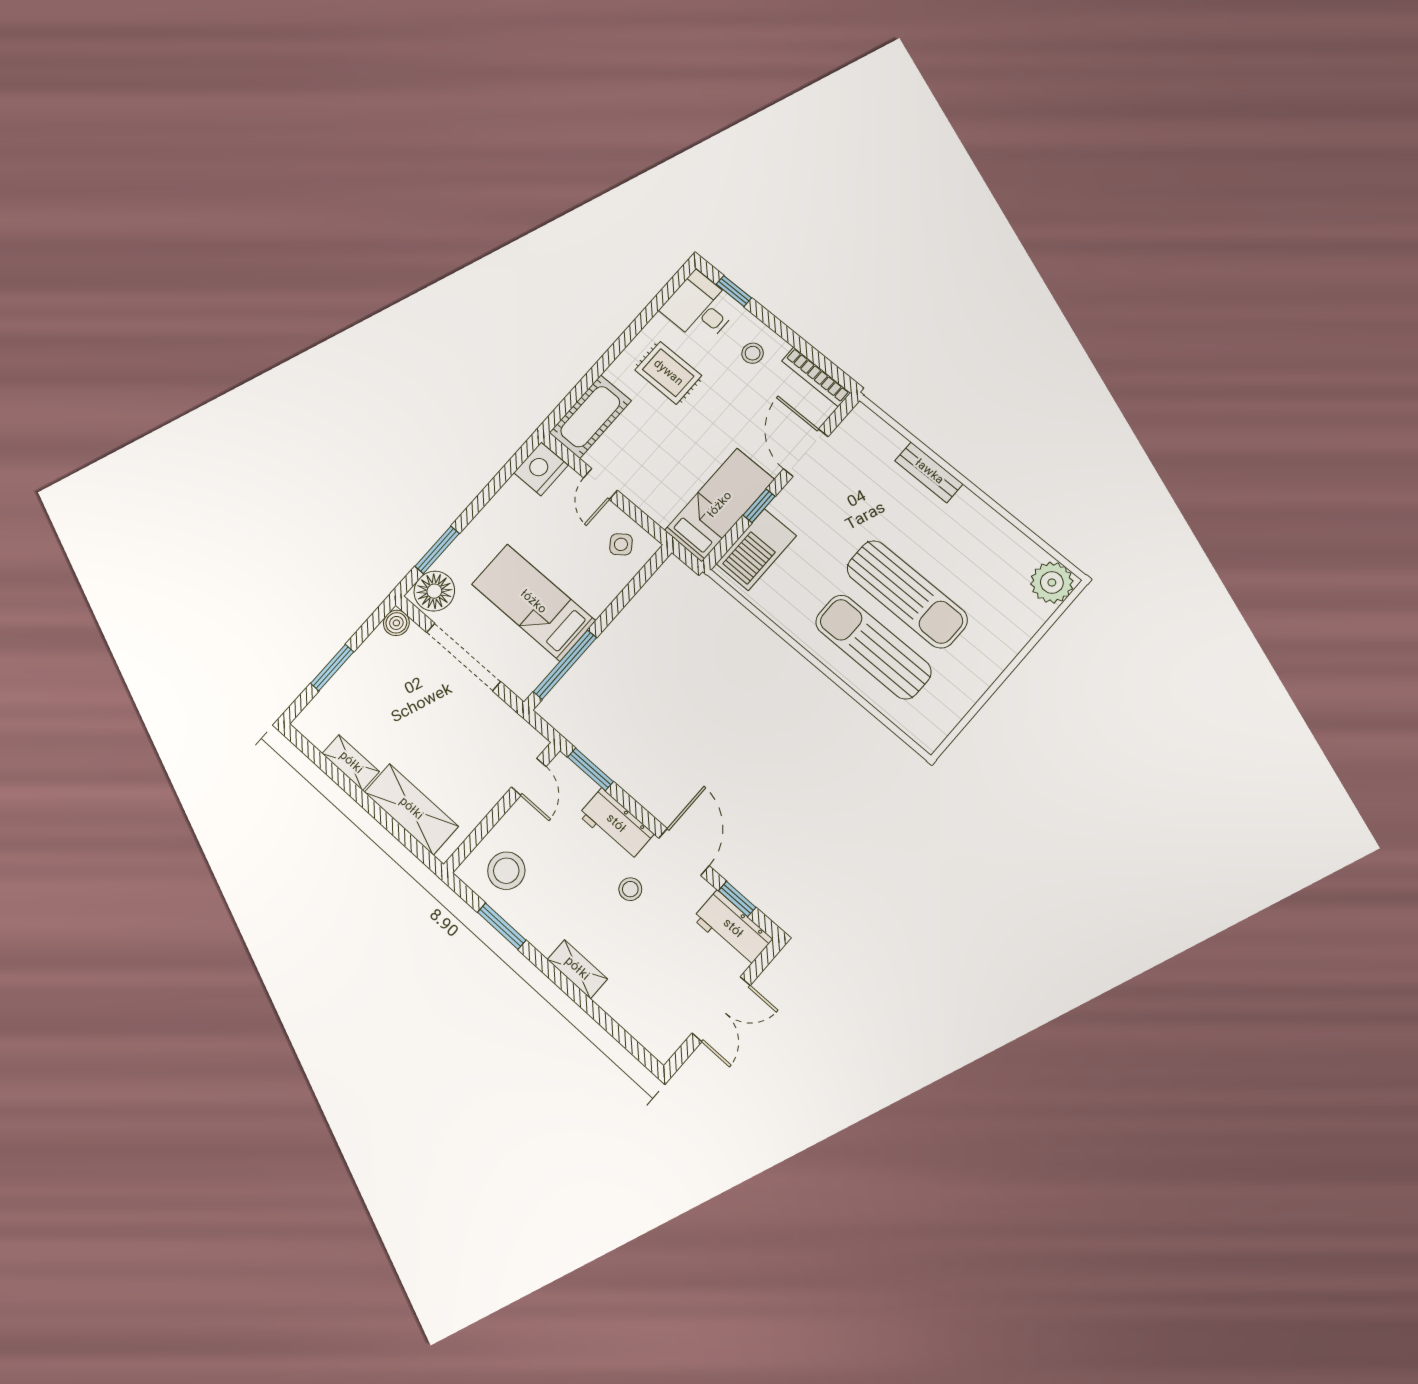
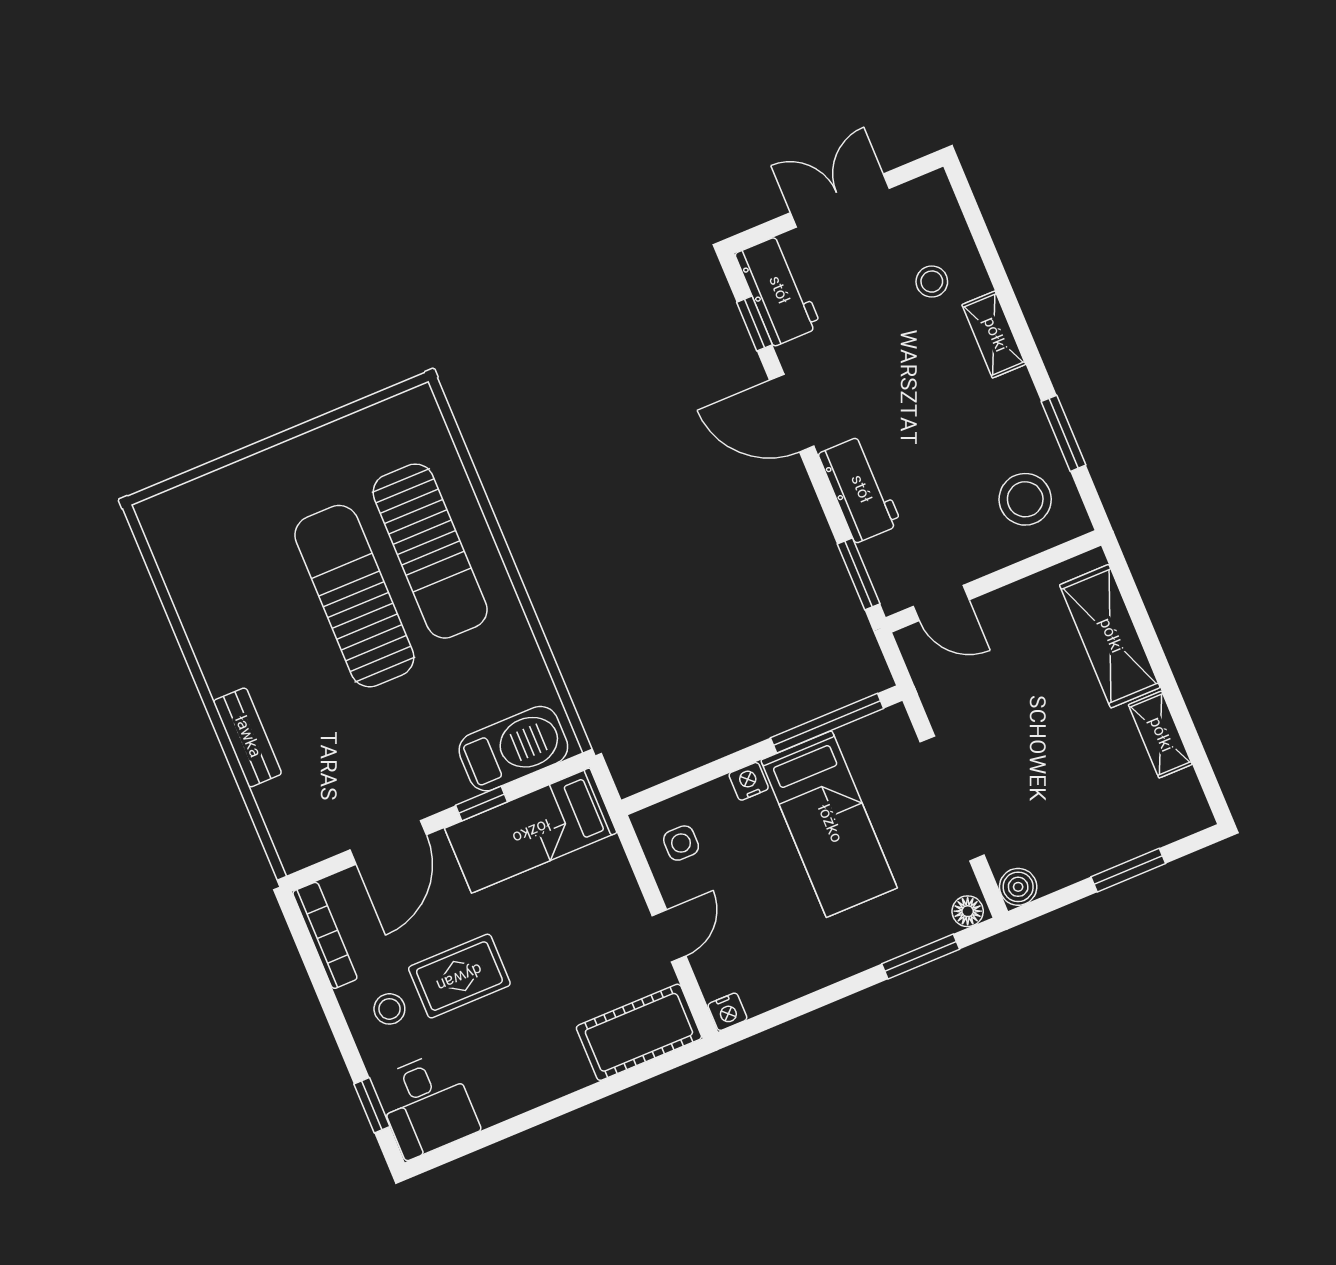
rug: (668, 373) -> (459, 976), moved, turned 90
nightstand: (541, 469) -> (727, 1012), width x0.53, depth x0.56
side table: (621, 544) -> (681, 843), turned 37
plant: (1052, 582) -> (169, 521), removed
floor lamp: (434, 591) -> (968, 911), width x0.53, depth x0.53
nightstand: (597, 604) -> (749, 781), added
door: (529, 777) -> (941, 603), swing flipped
door: (684, 852) -> (792, 413), hinge flipped
stool: (630, 889) -> (932, 282), moved

